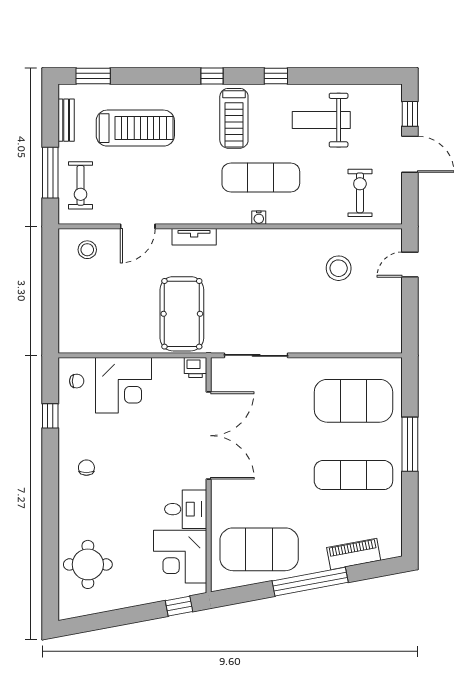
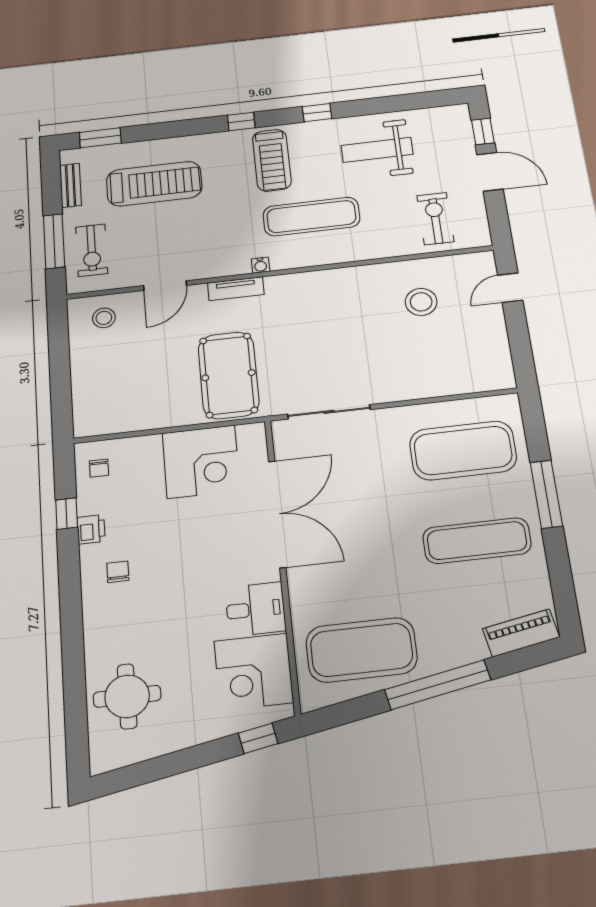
water cooler: (259, 218) -> (260, 265), moved
printer: (195, 367) -> (91, 529), moved, turned -90
chair: (77, 381) -> (99, 468), turned 90
corner desk: (124, 385) -> (201, 462), moved
piano: (354, 554) -> (521, 633), moved

